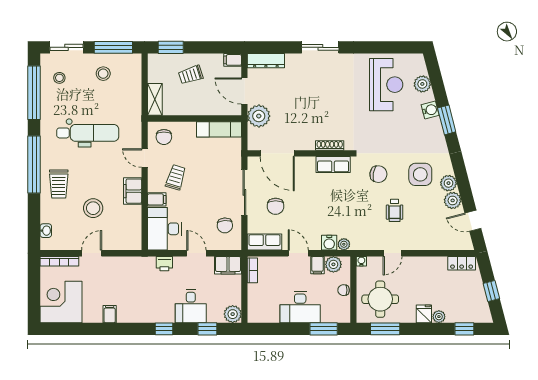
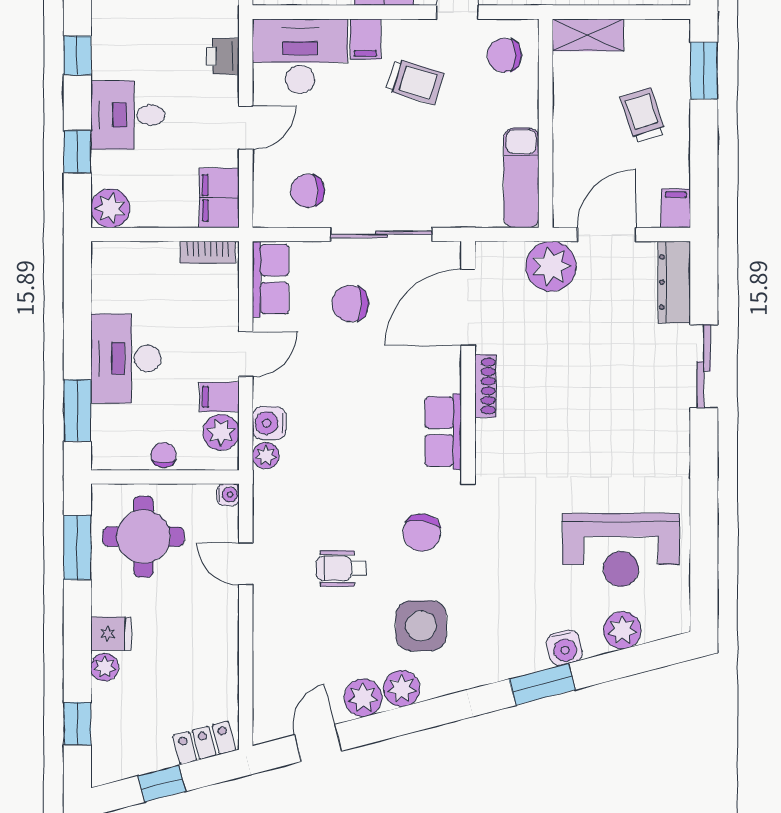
sliding door: (320, 47) -> (704, 366), moved
shoe rack: (330, 145) -> (485, 386), moved
locker: (462, 263) -> (204, 743), moved, turned 75

